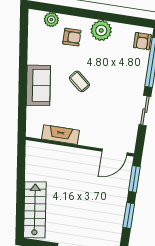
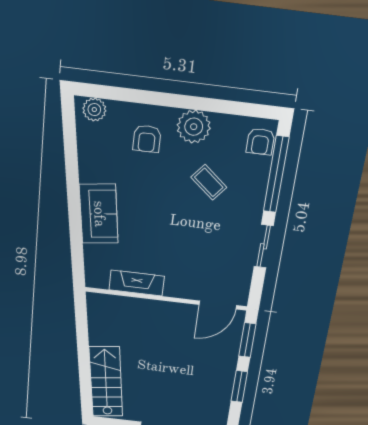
plant: (51, 20) -> (94, 110), moved
armchair: (72, 37) -> (147, 139), turned 90
coffee table: (79, 81) -> (209, 182), moved

